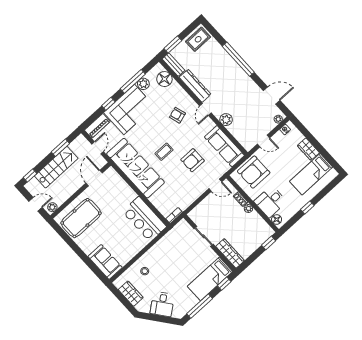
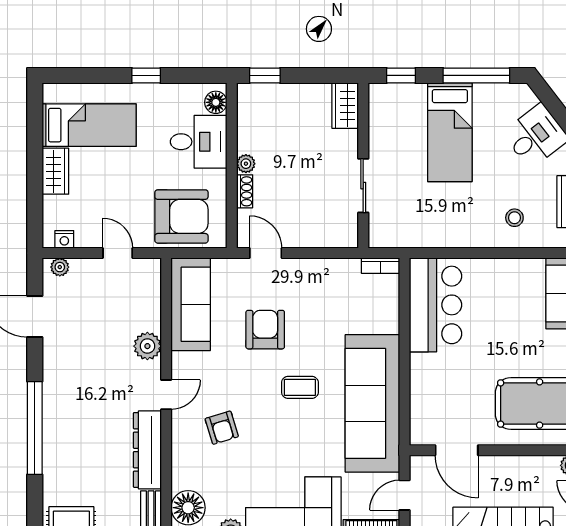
armchair: (193, 160) -> (265, 330), turned -90
door: (94, 178) -> (457, 450), hinge flipped
wardrobe: (230, 253) -> (345, 106), width x0.67
bed: (210, 279) -> (450, 132), moved, turned 90

